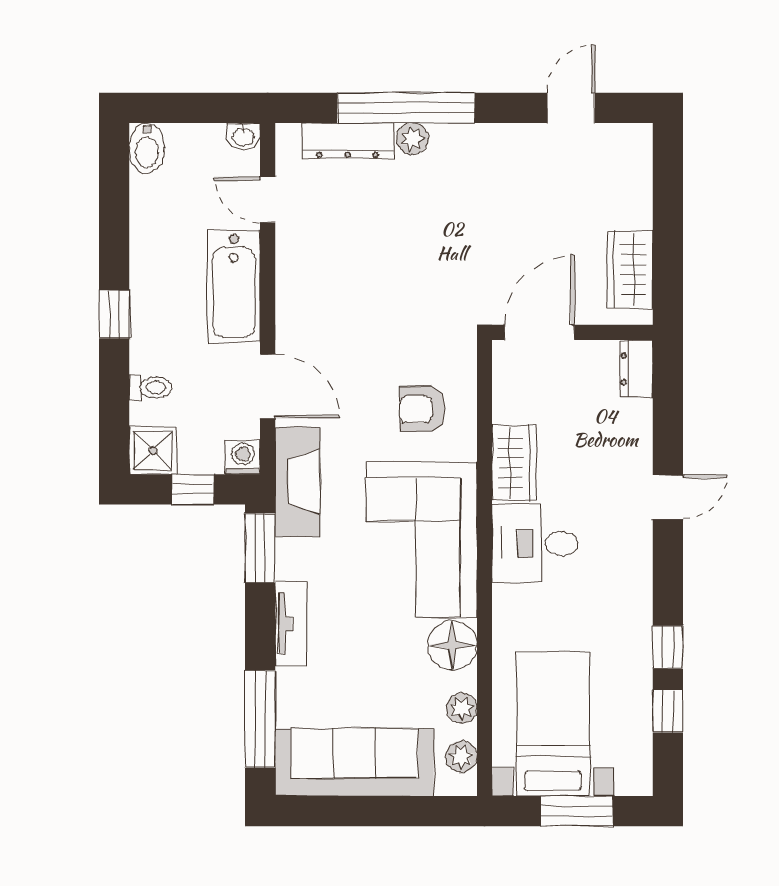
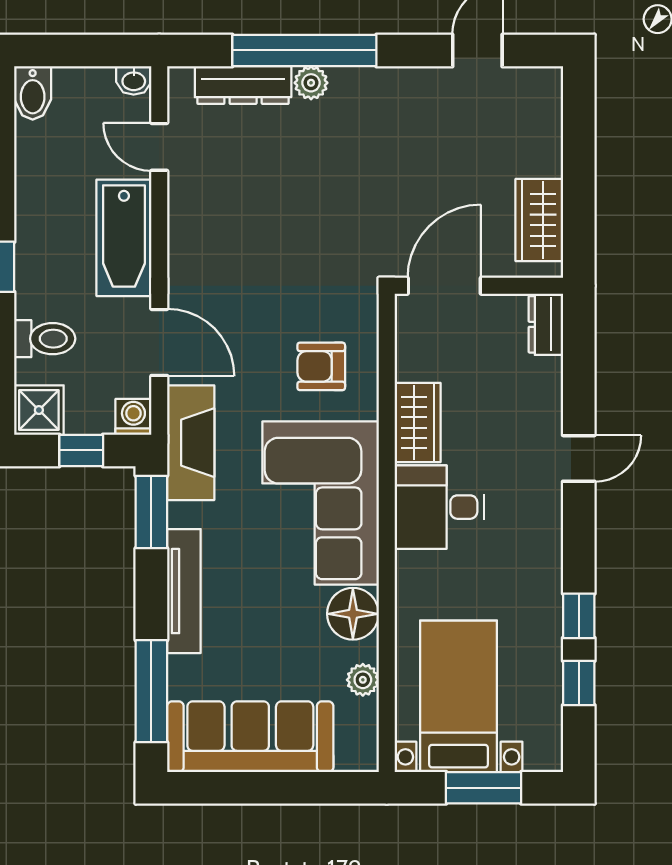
toilet: (150, 388) -> (45, 339), width x1.37, depth x1.39
tv unit: (291, 623) -> (184, 591), width x1.41
plant: (461, 757) -> (362, 731), removed

